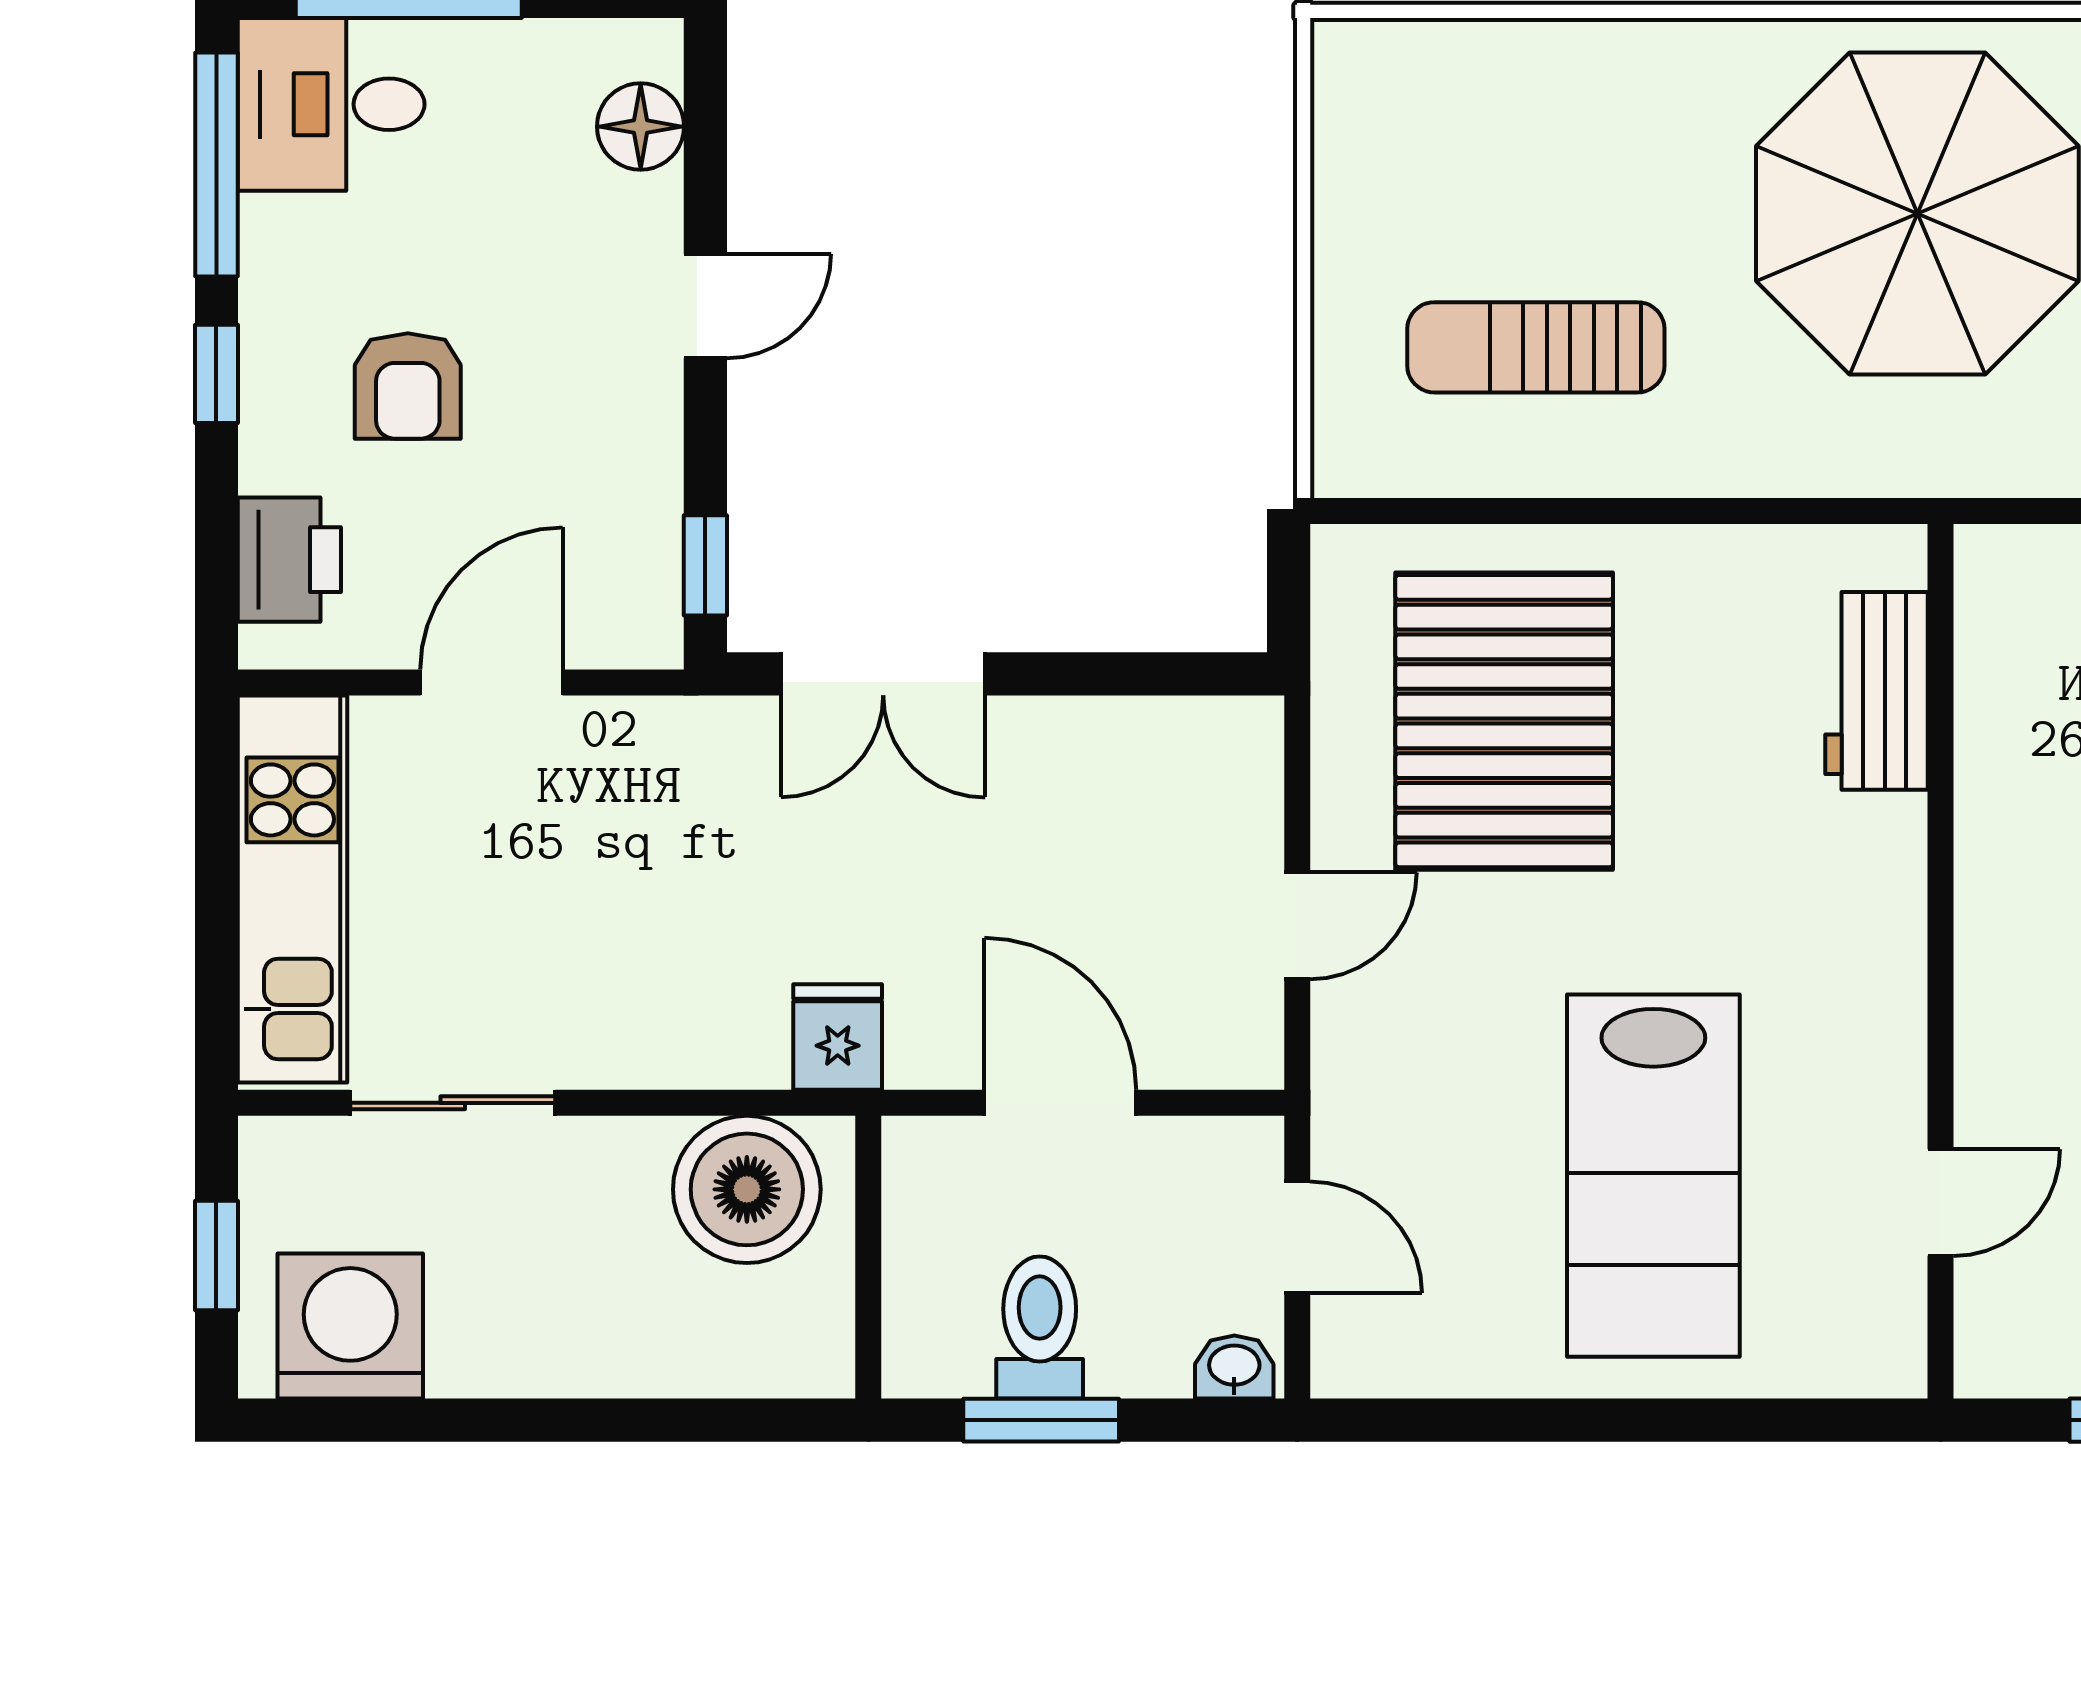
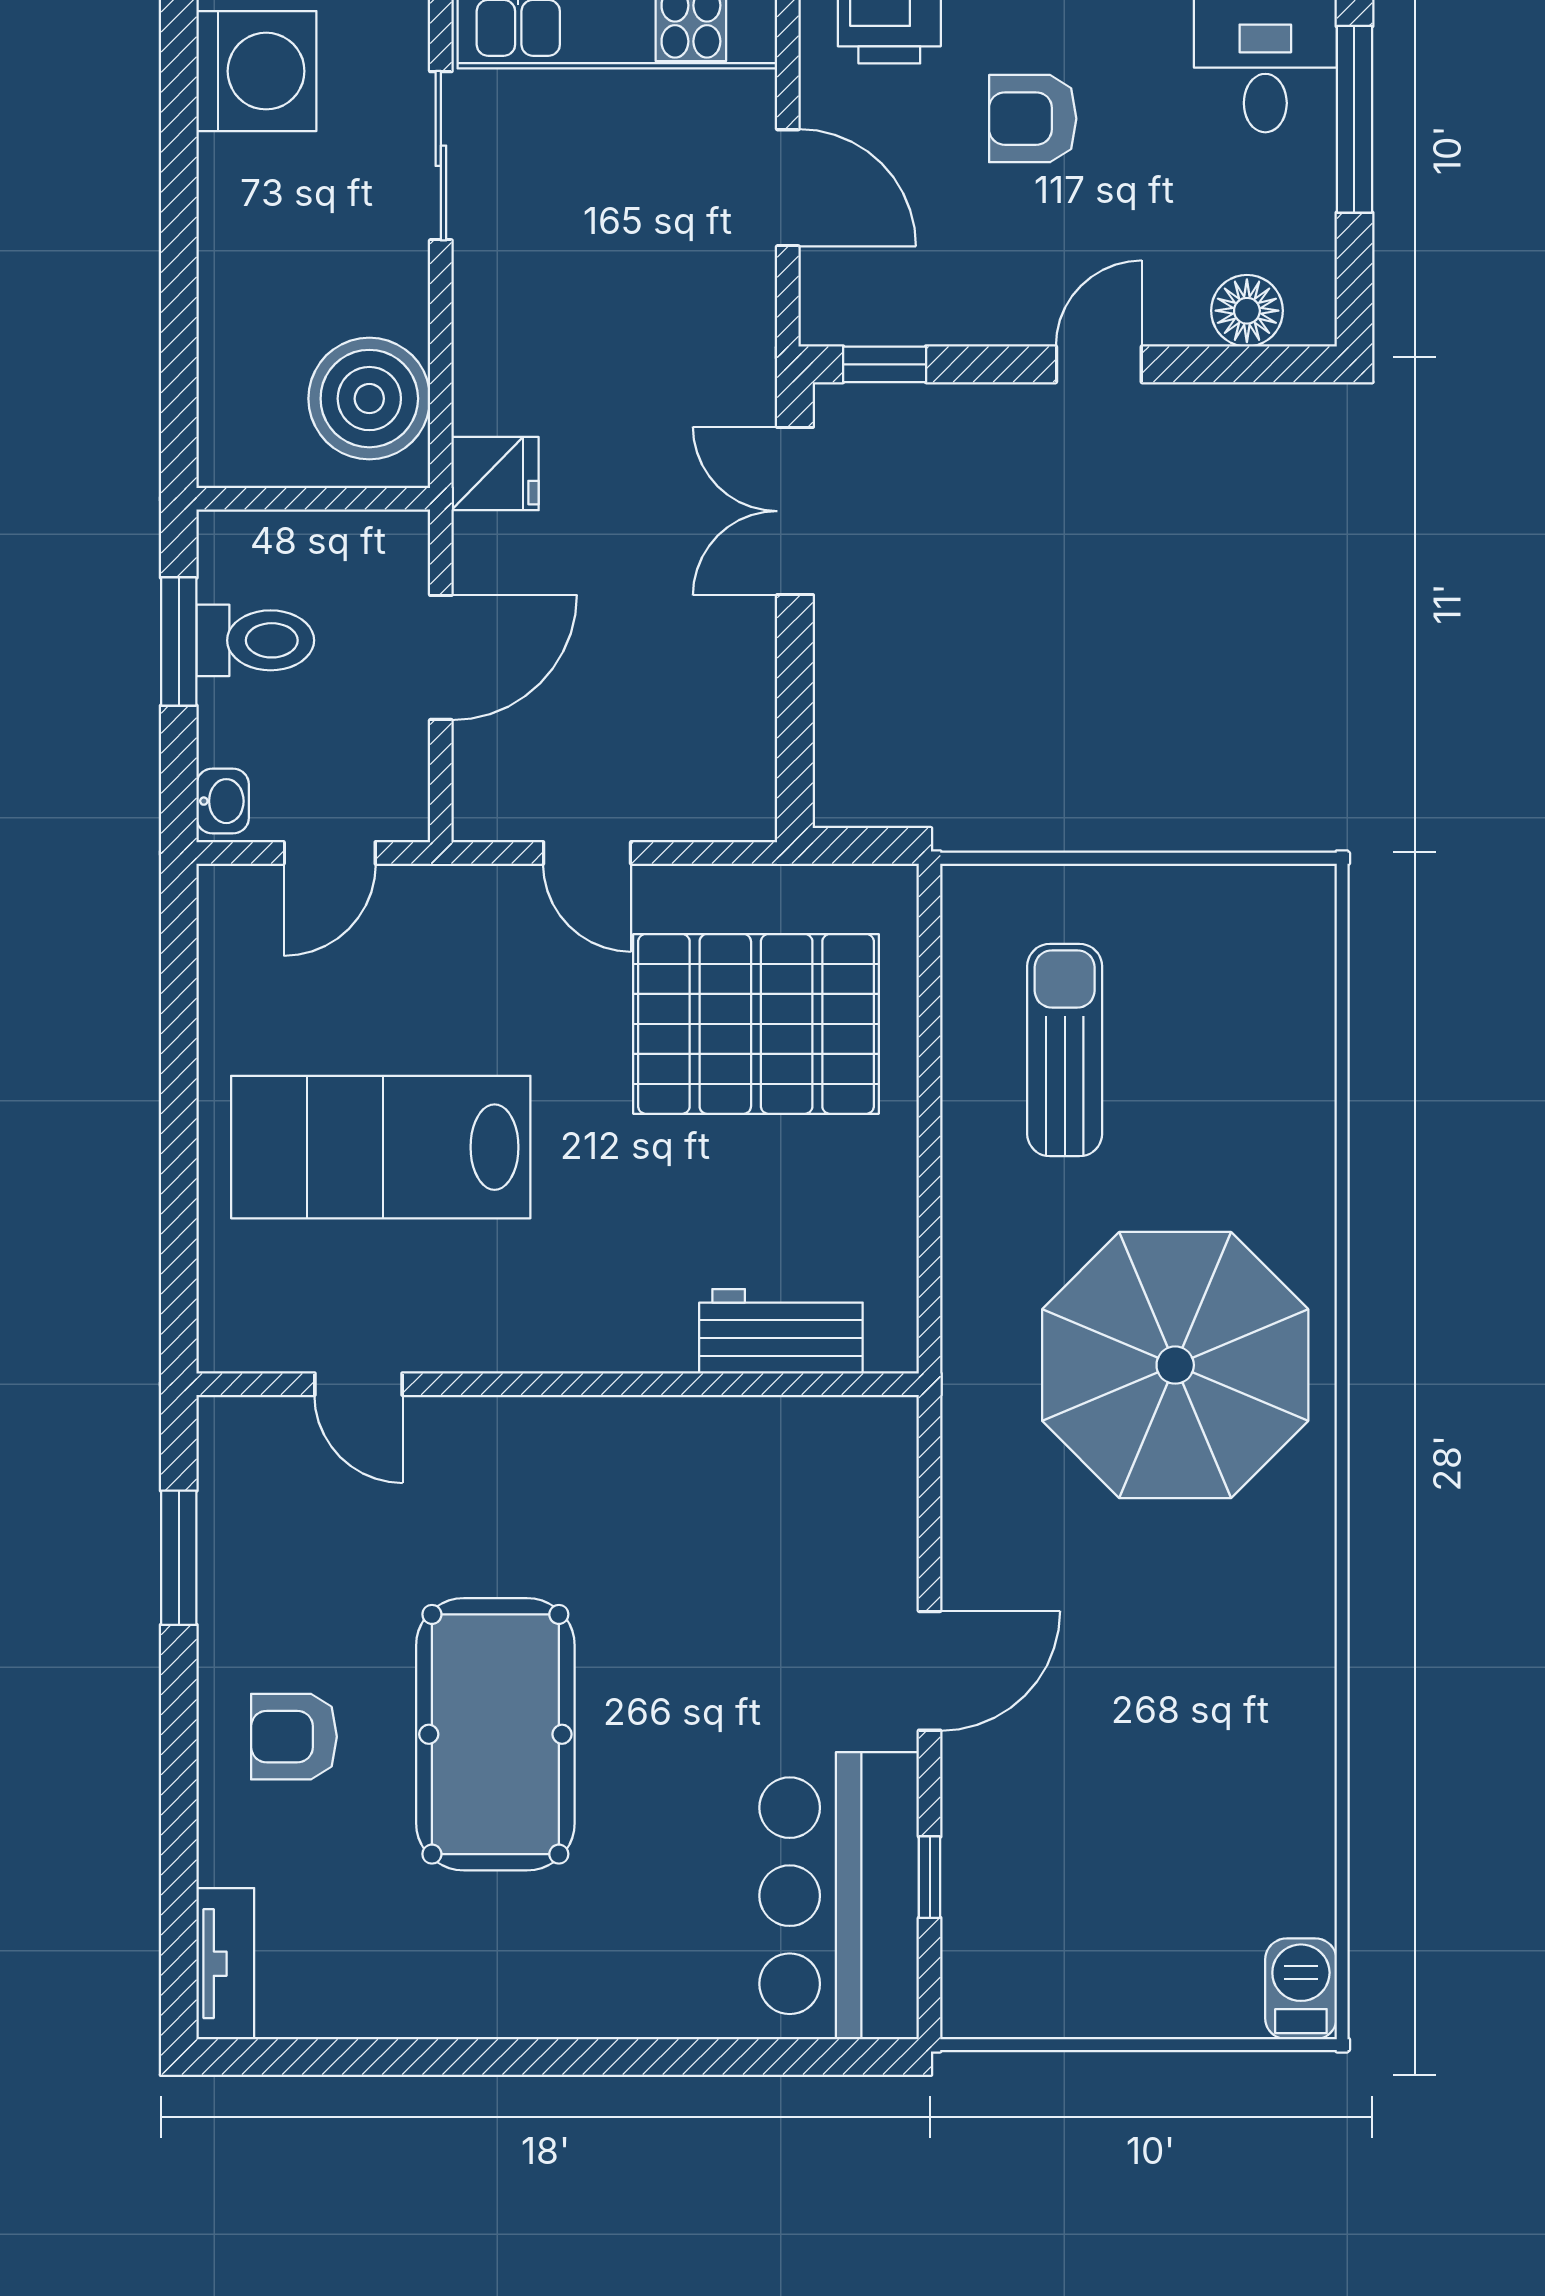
door: (705, 306) -> (1099, 364), swing flipped

